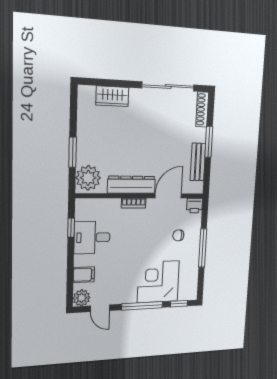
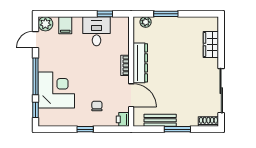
shoe rack: (202, 109) -> (208, 121), width x0.70
plant: (88, 178) -> (146, 22), width x0.53, depth x0.53
window: (203, 248) -> (85, 129), width x0.46

